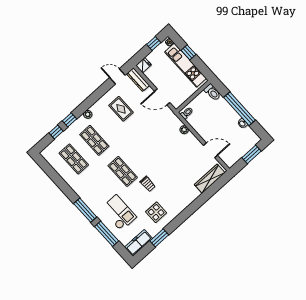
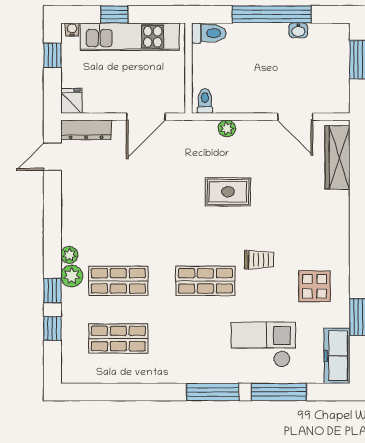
rug: (121, 109) -> (228, 192), moved
plant: (81, 122) -> (72, 276), added
door: (211, 150) -> (295, 117), swing flipped

